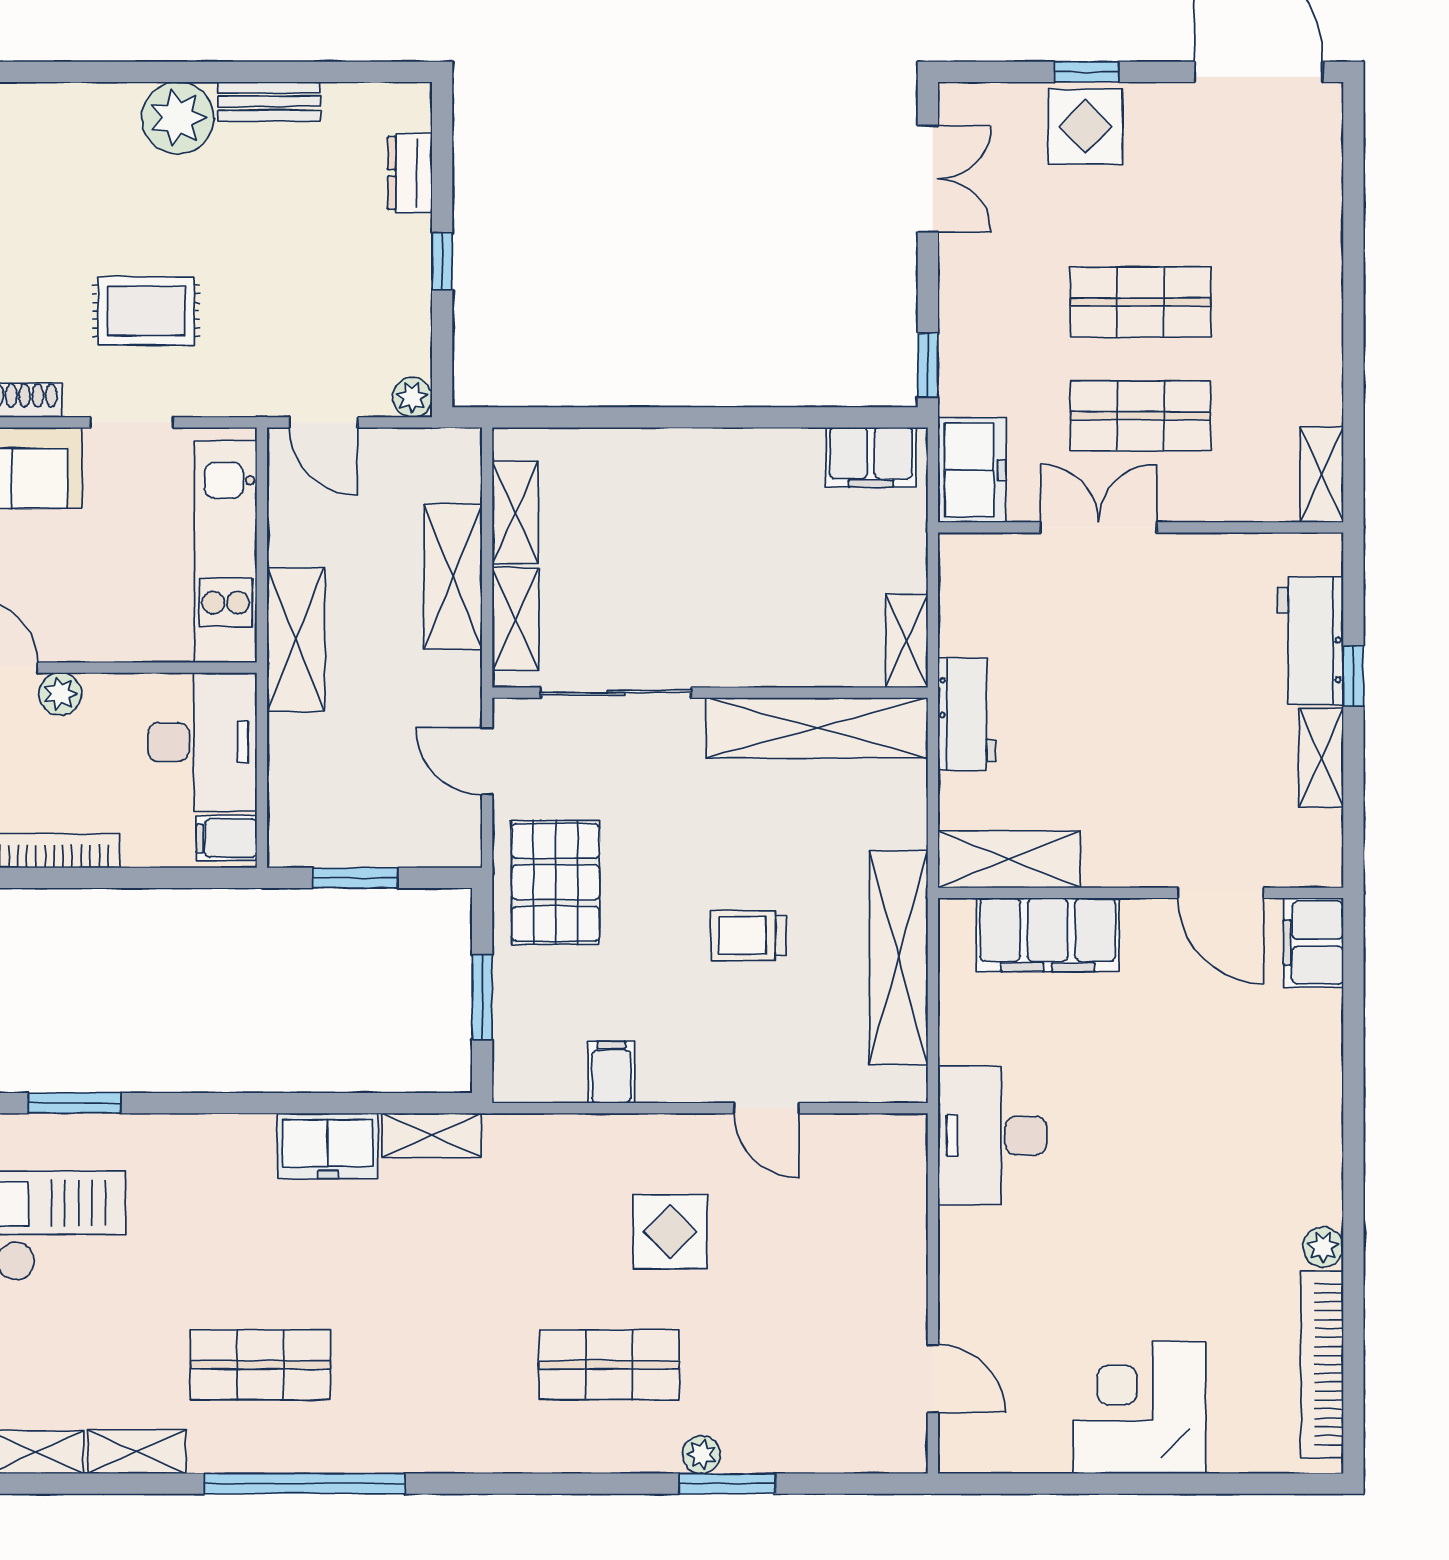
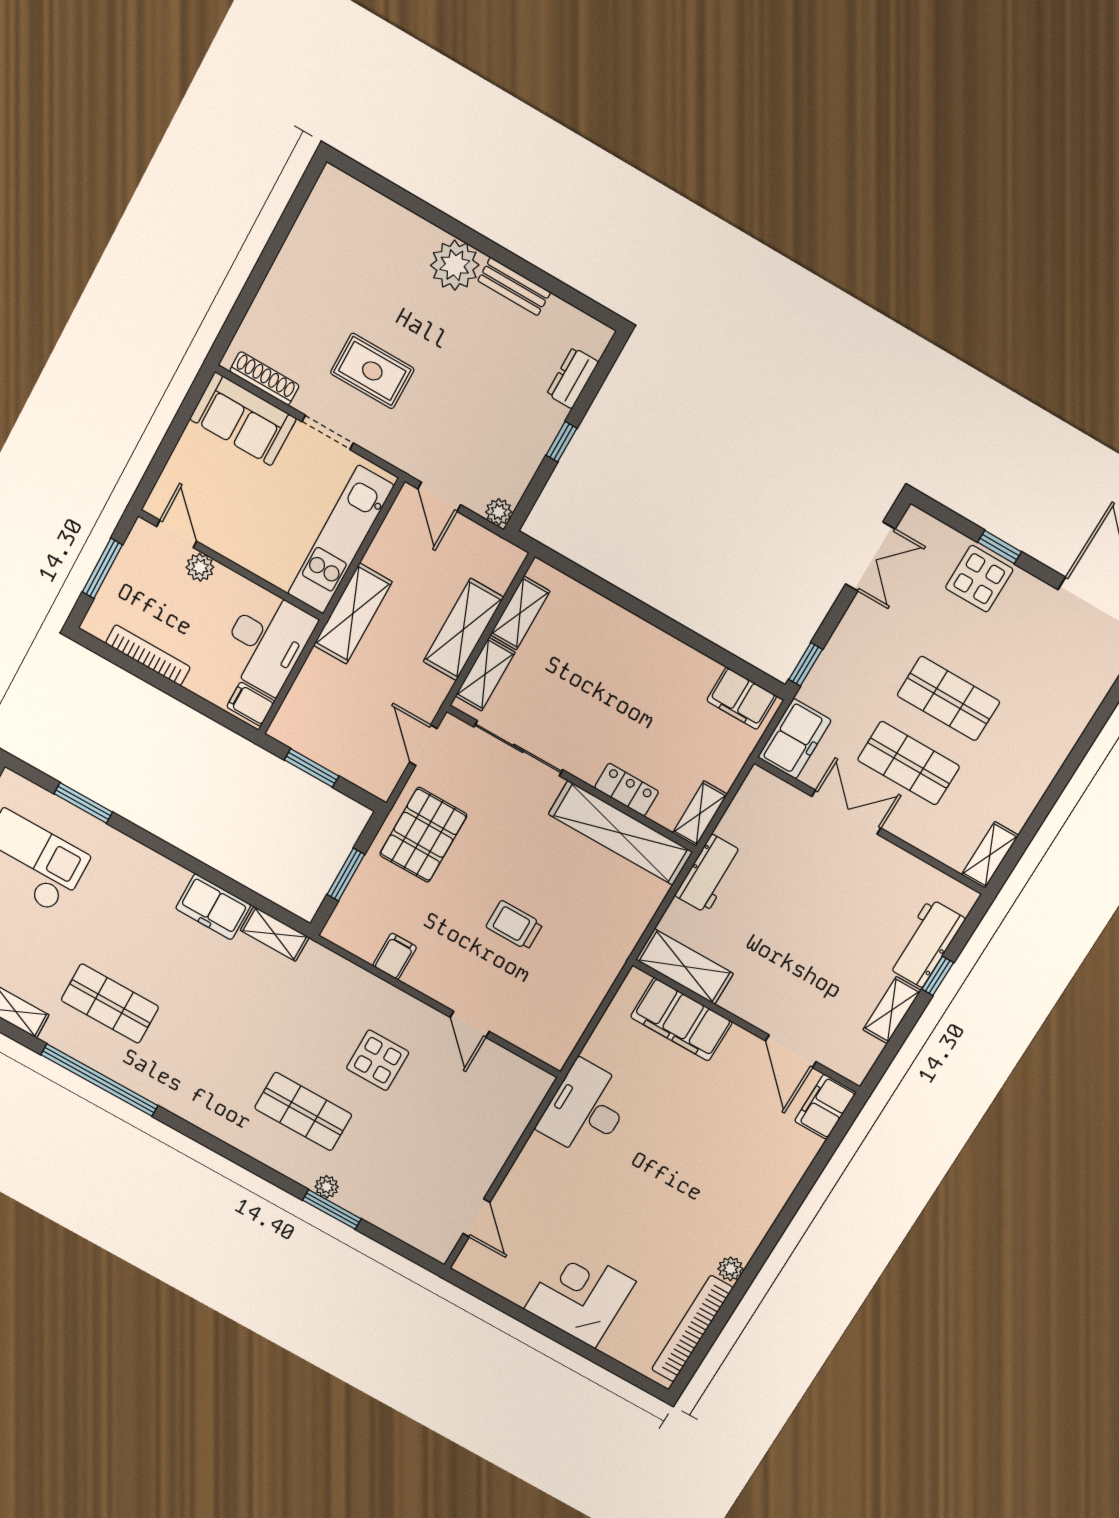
locker: (791, 665) -> (627, 790), added
shelving: (899, 958) -> (591, 985), removed

